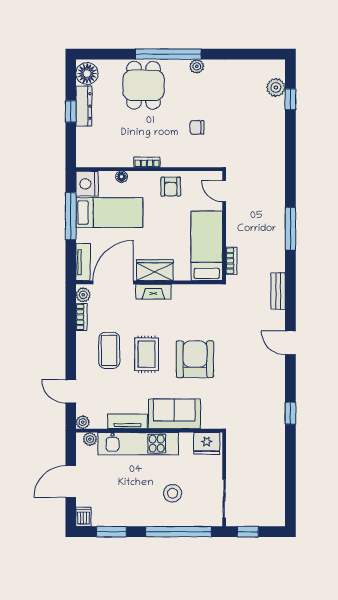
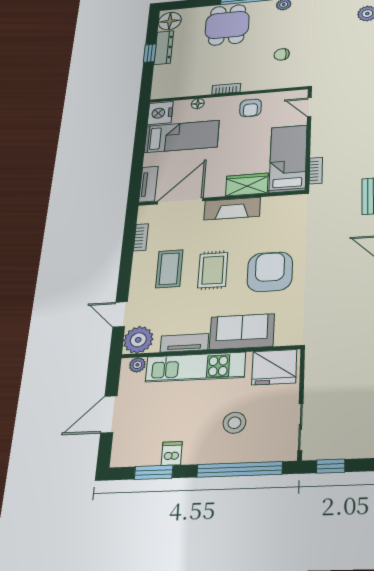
window: (71, 216) -> (140, 143), removed
wardrobe: (155, 270) -> (247, 185), moved
fireplace: (153, 292) -> (232, 209), width x1.37, depth x1.32
plant: (83, 295) -> (145, 215), removed
plant: (83, 422) -> (138, 340), width x1.88, depth x1.88
fridge: (207, 443) -> (274, 367), width x1.36, depth x1.34
dishwasher: (84, 517) -> (172, 453), moved

